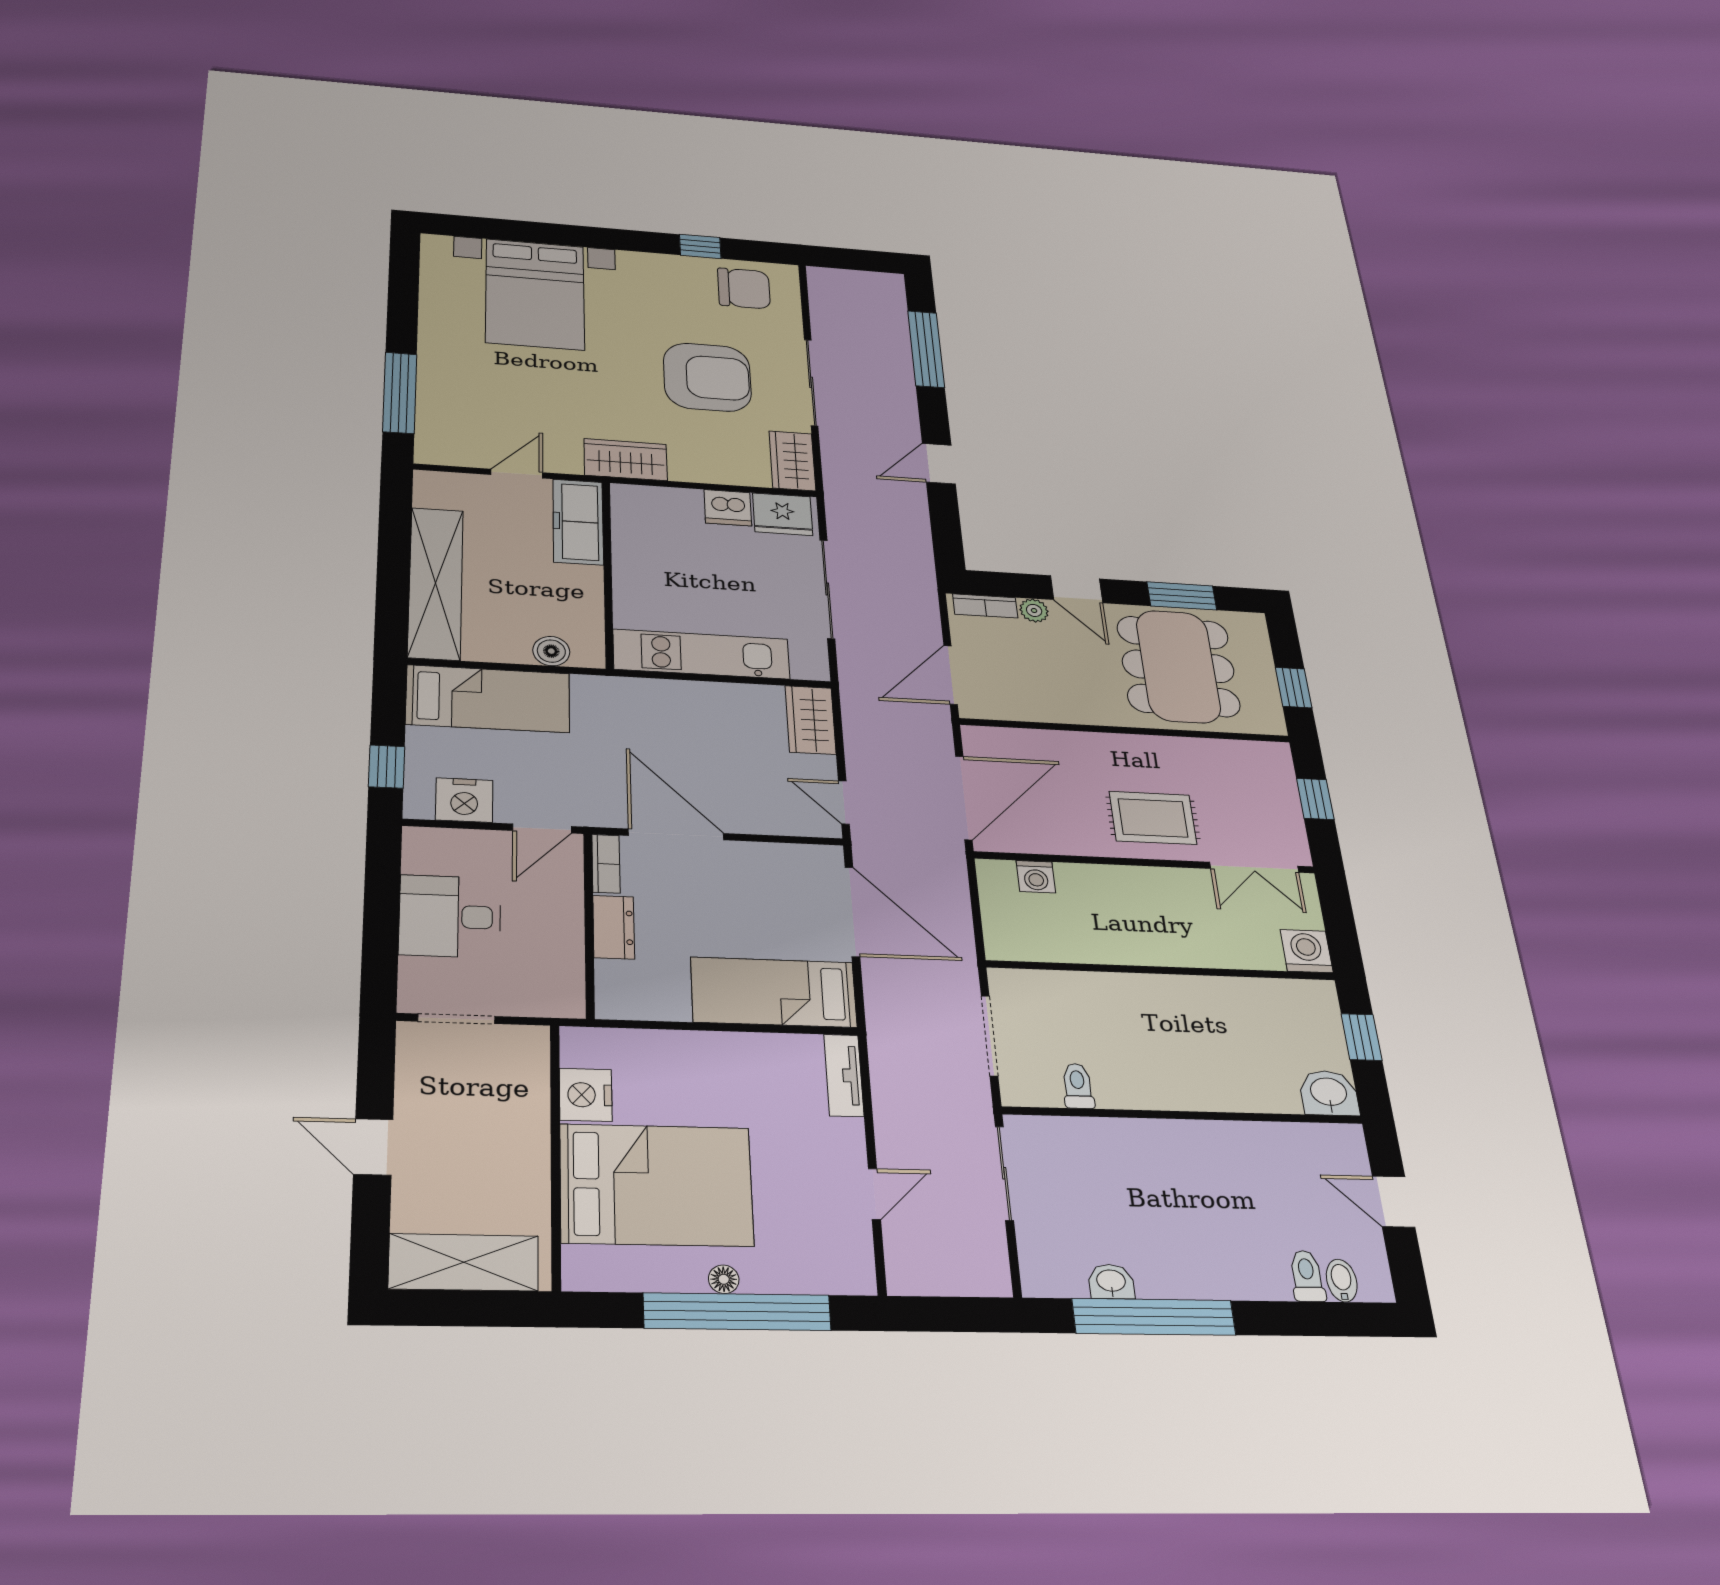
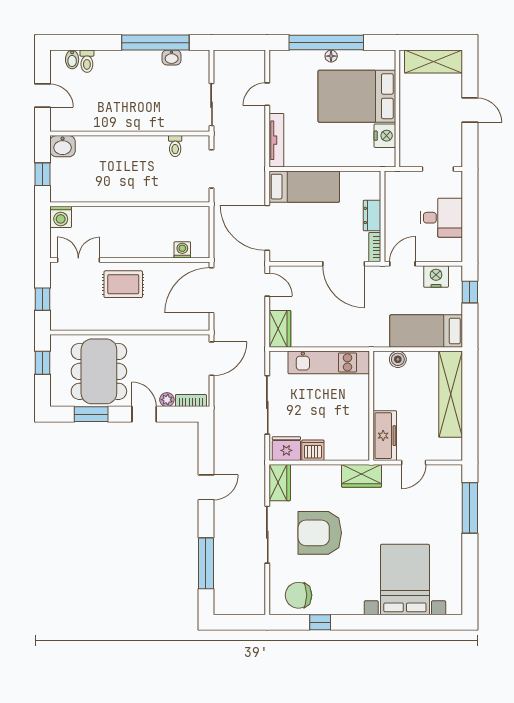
tv unit: (844, 1075) -> (276, 140), width x1.41

